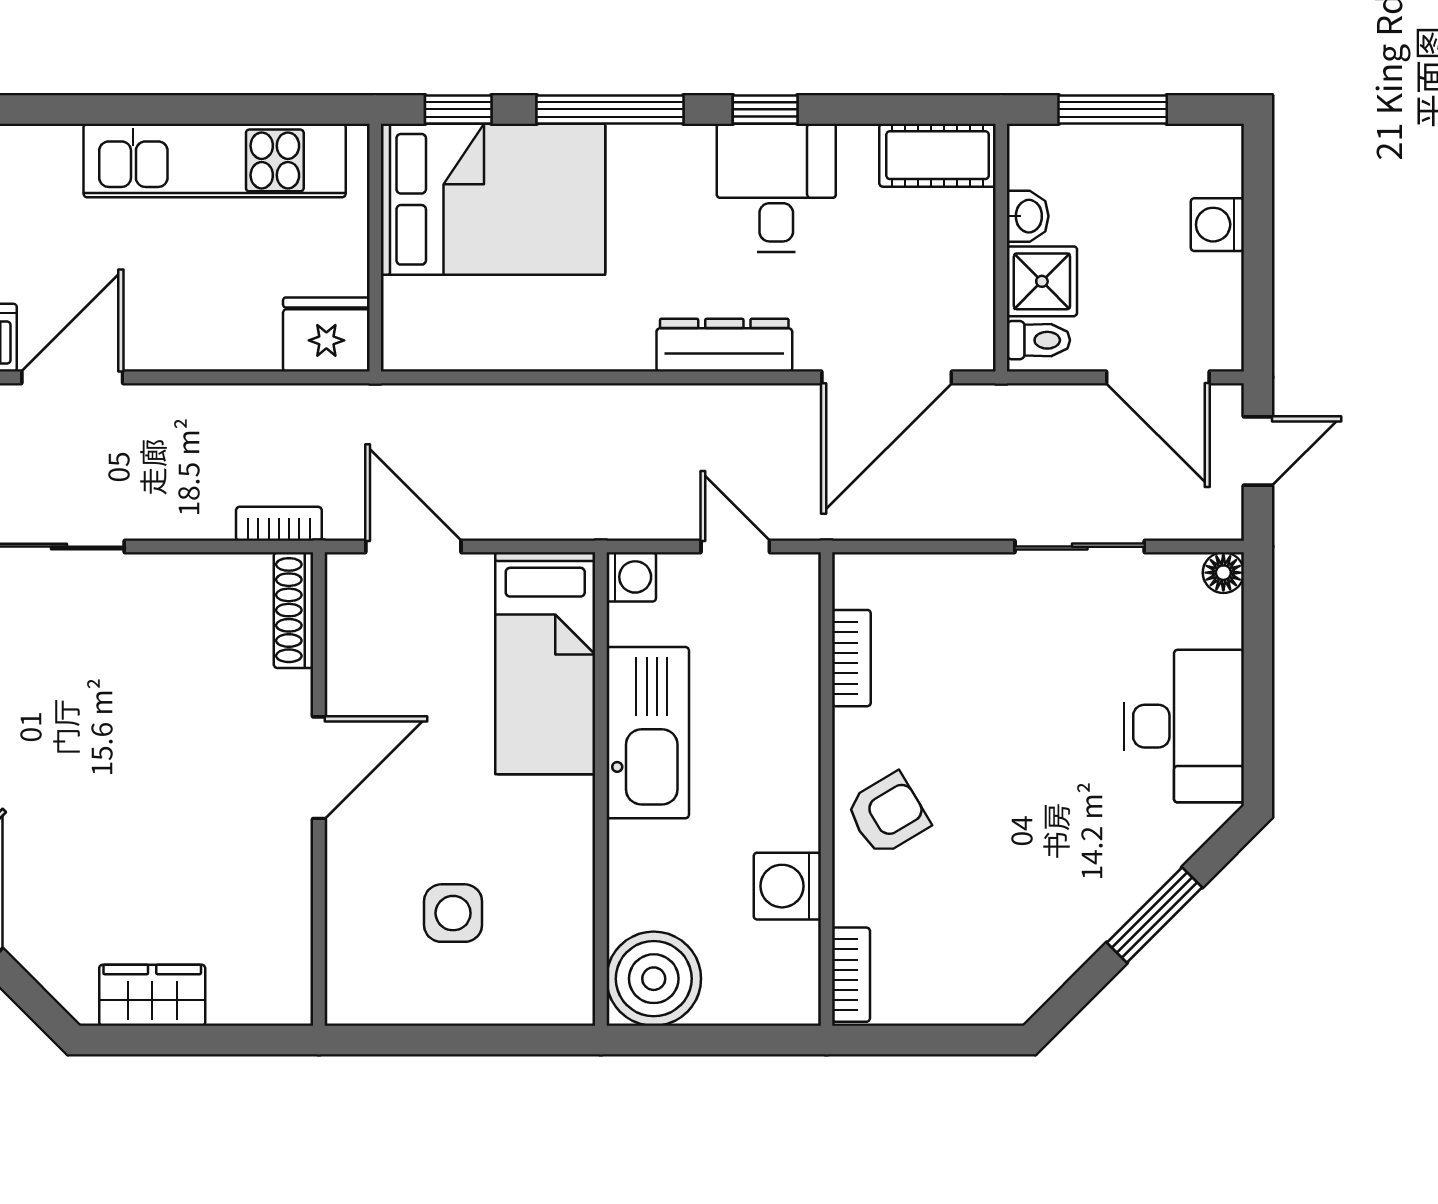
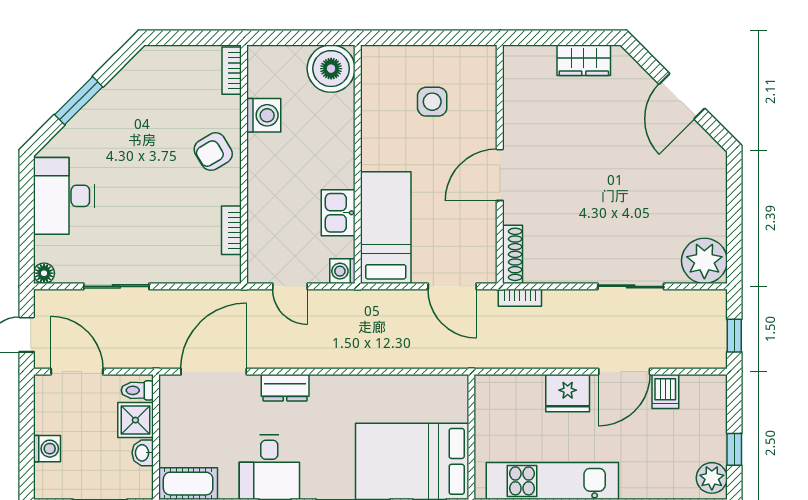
fridge: (326, 334) -> (568, 393), moved
dresser: (724, 345) -> (285, 388), width x0.70
kitchen sink: (648, 733) -> (338, 213), width x0.53, depth x0.81

